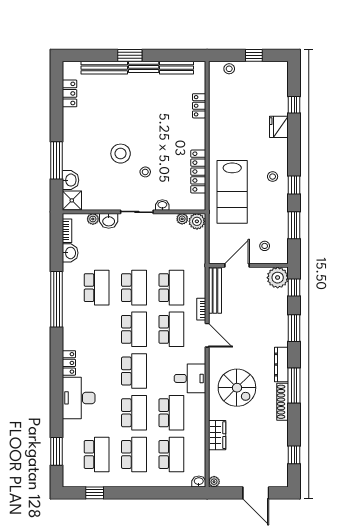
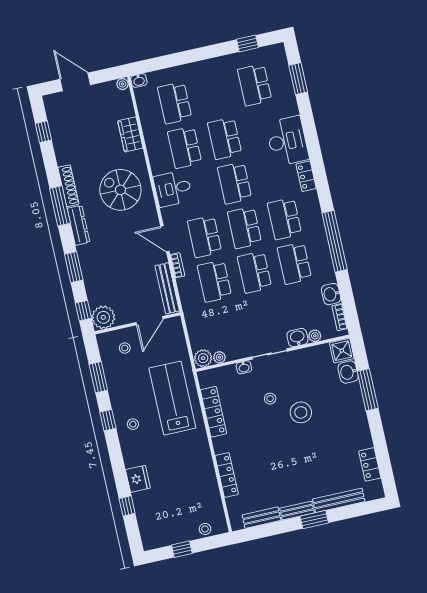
locker: (199, 106) -> (227, 475), width x1.53
school desk: (134, 454) -> (284, 219), moved

